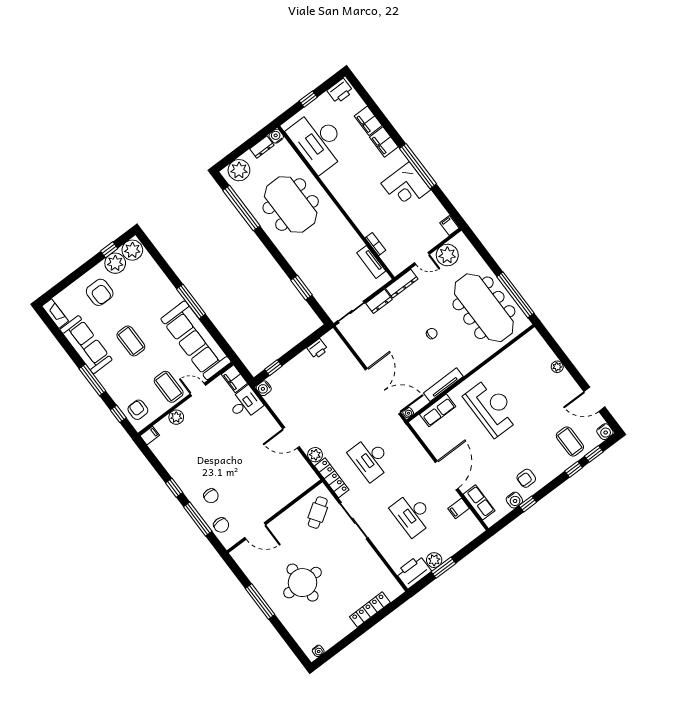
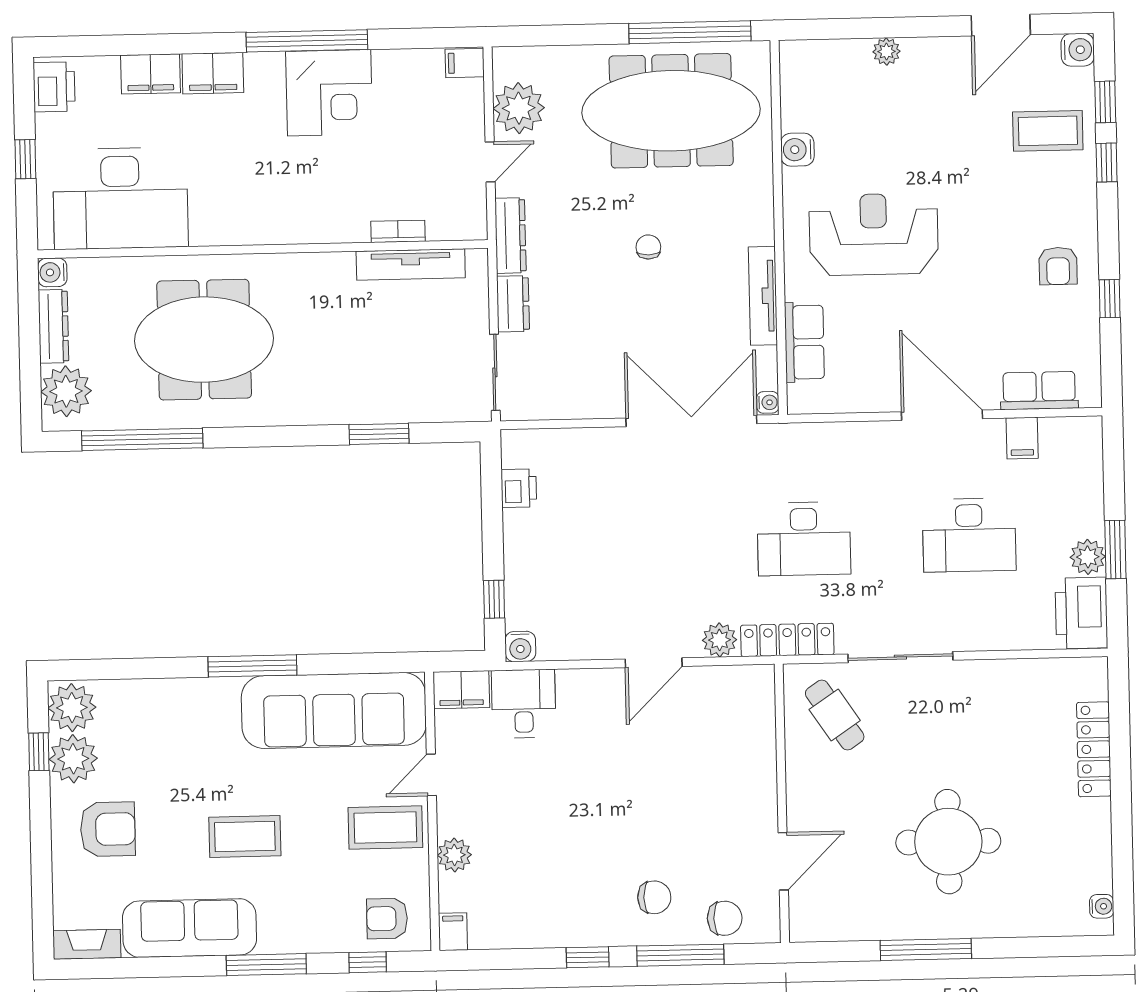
dresser: (262, 147) -> (53, 326), width x1.44
tv unit: (371, 262) -> (411, 264), width x1.41
water cooler: (514, 500) -> (797, 150), moved, turned 180

